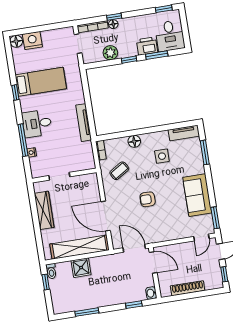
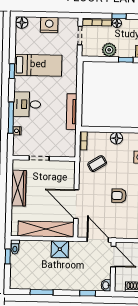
nightstand: (32, 40) -> (49, 25), moved
shower: (81, 268) -> (60, 249), moved

